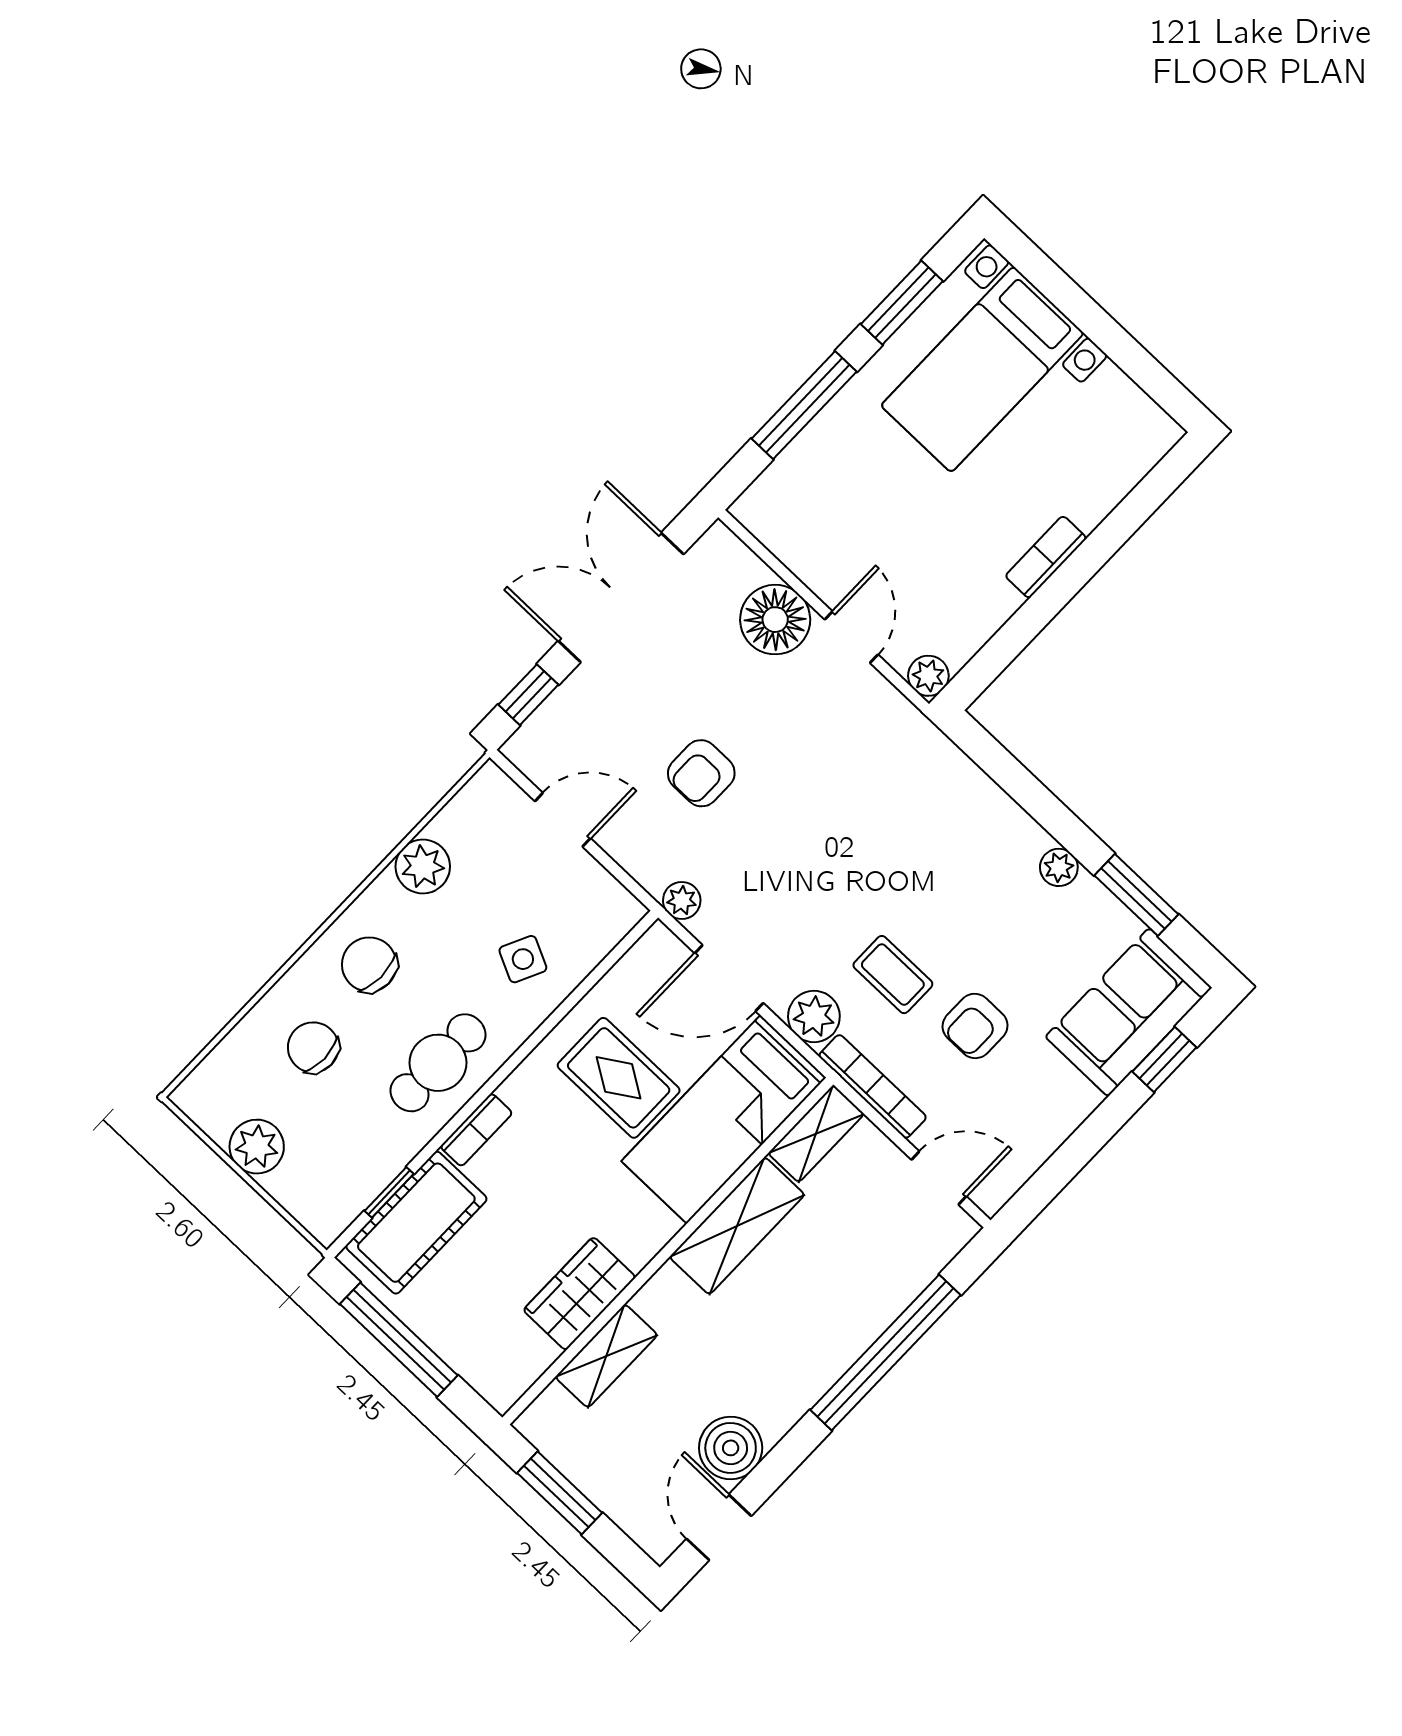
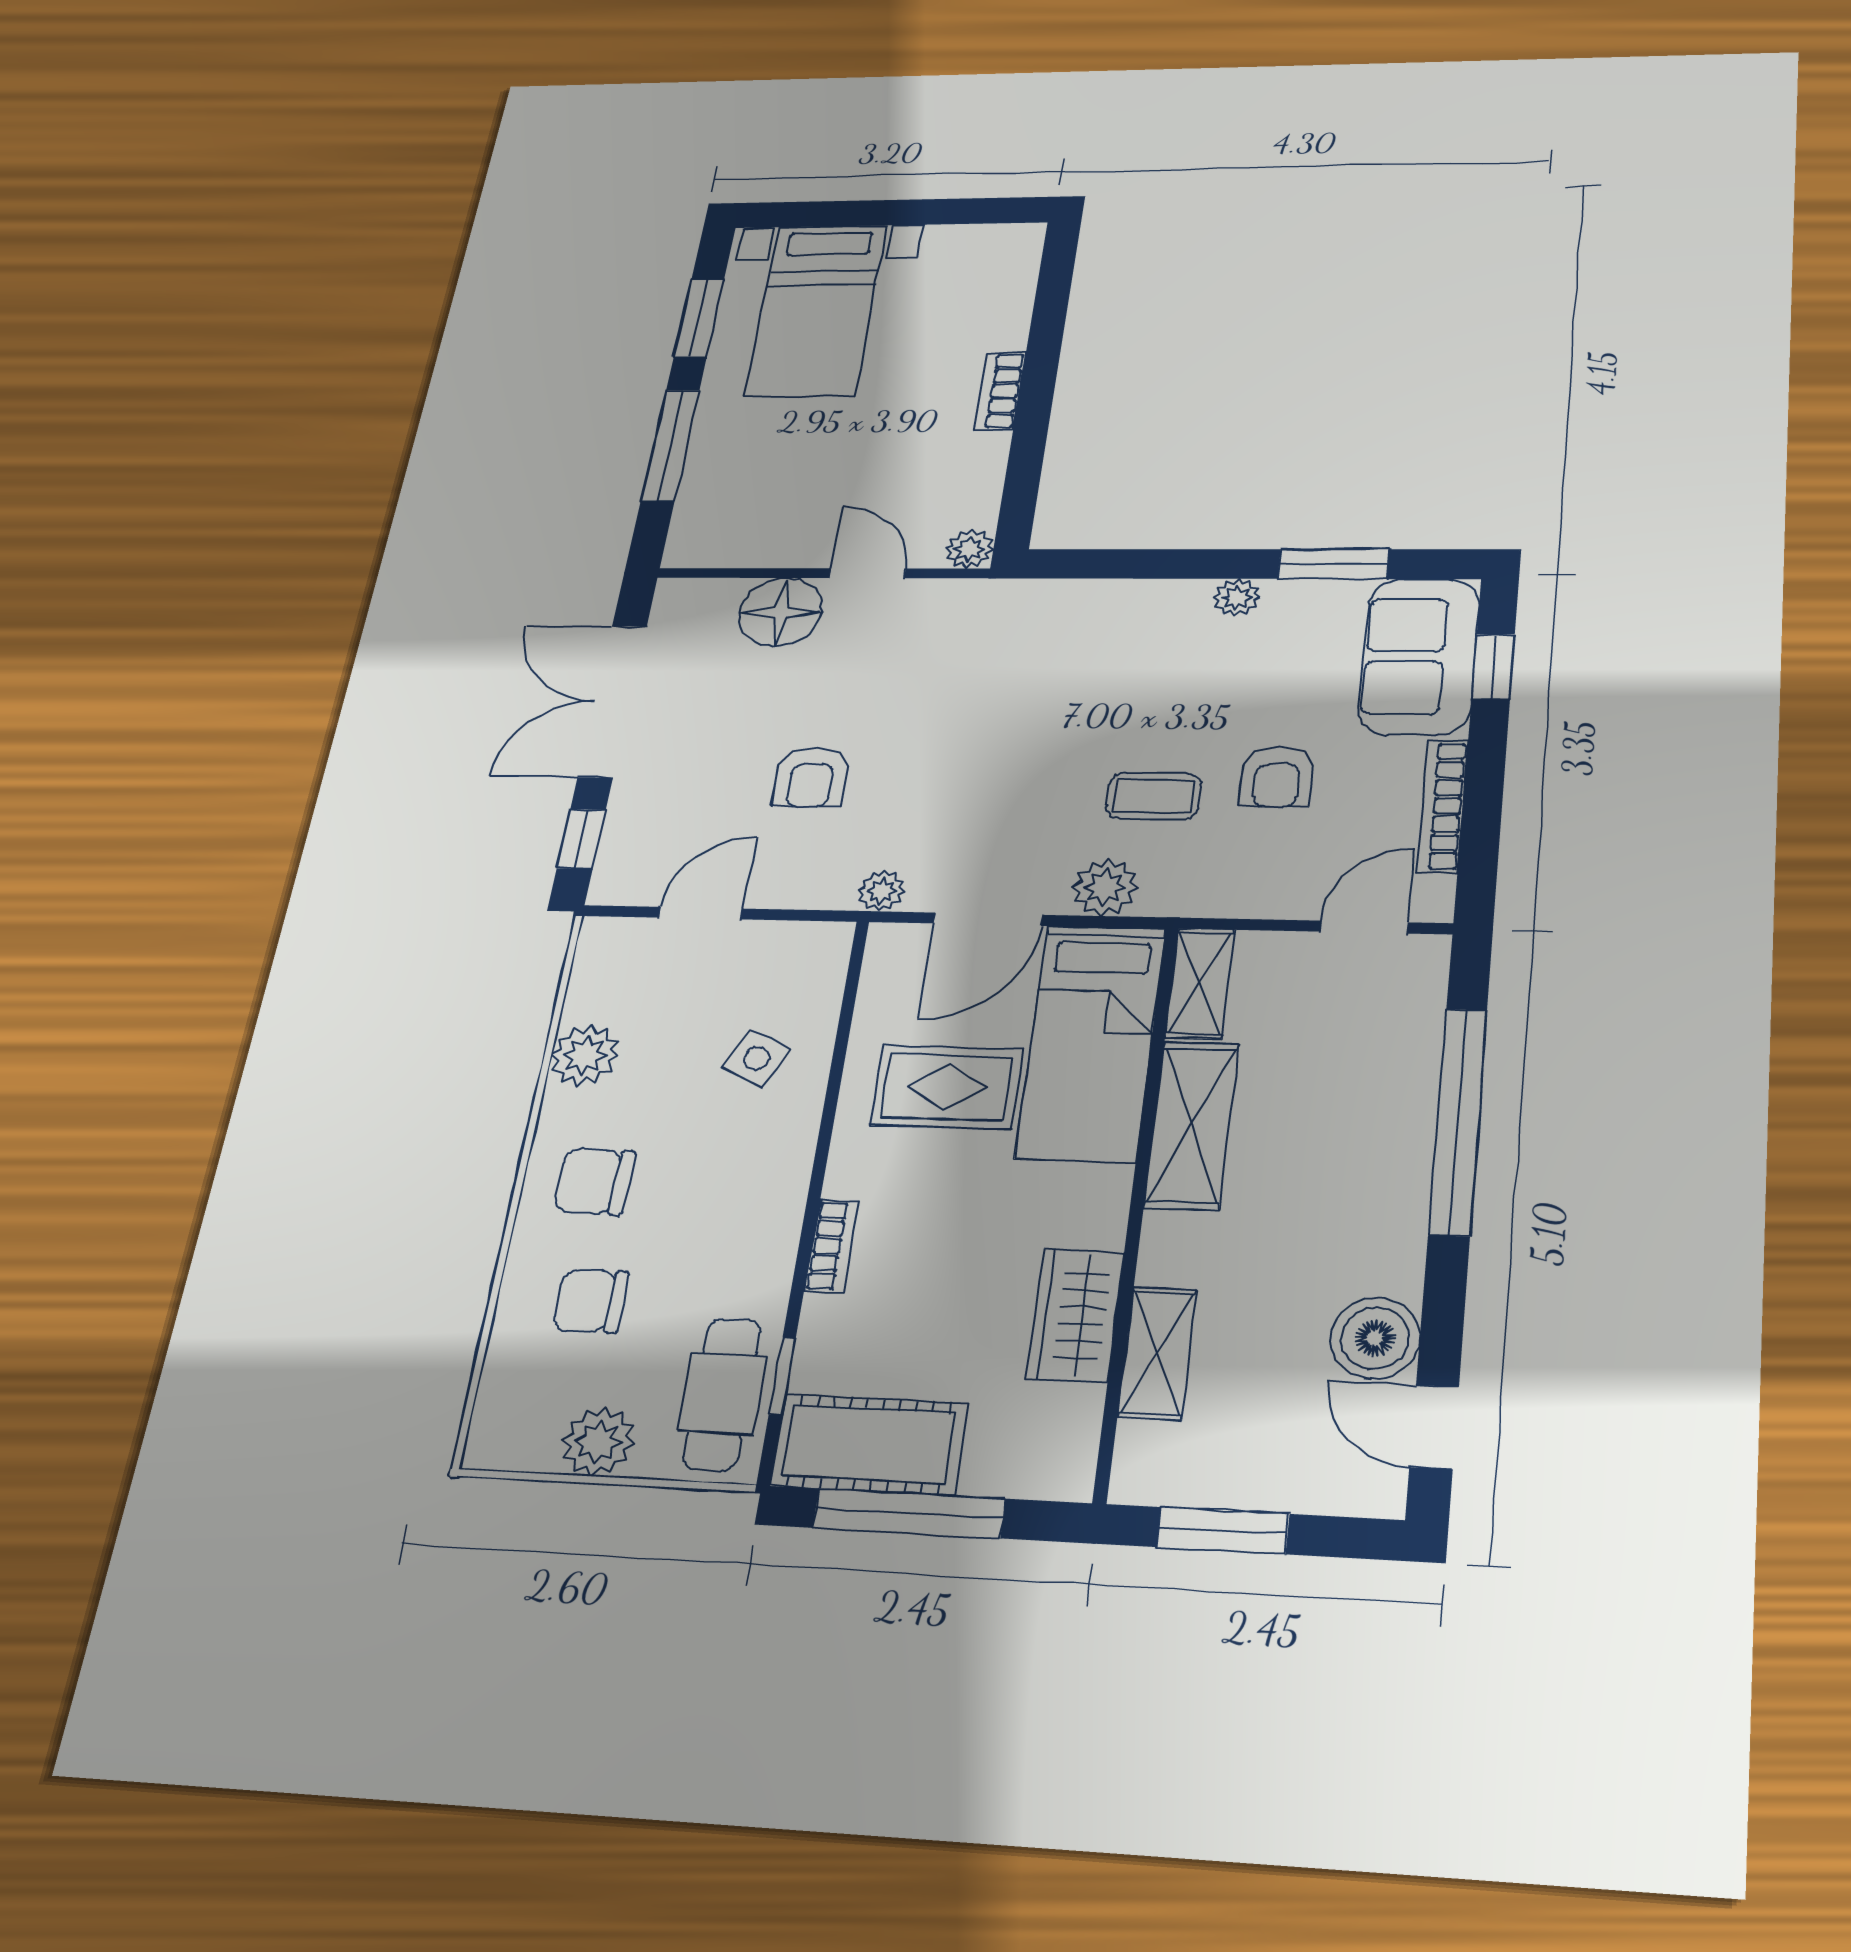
cafe table: (438, 1063) -> (722, 1394), moved
bookcase: (873, 1086) -> (1442, 806), moved, turned -90
cot: (416, 1223) -> (869, 1444), moved, turned 90

